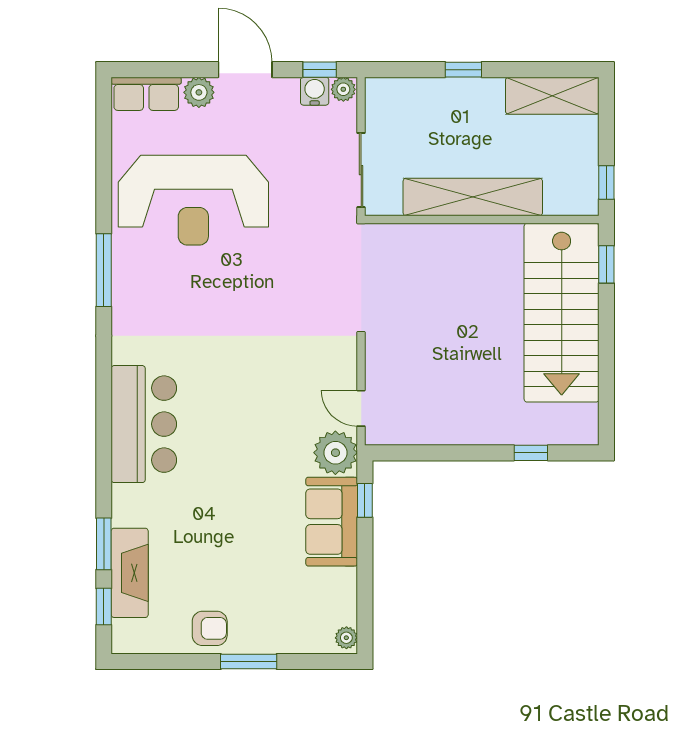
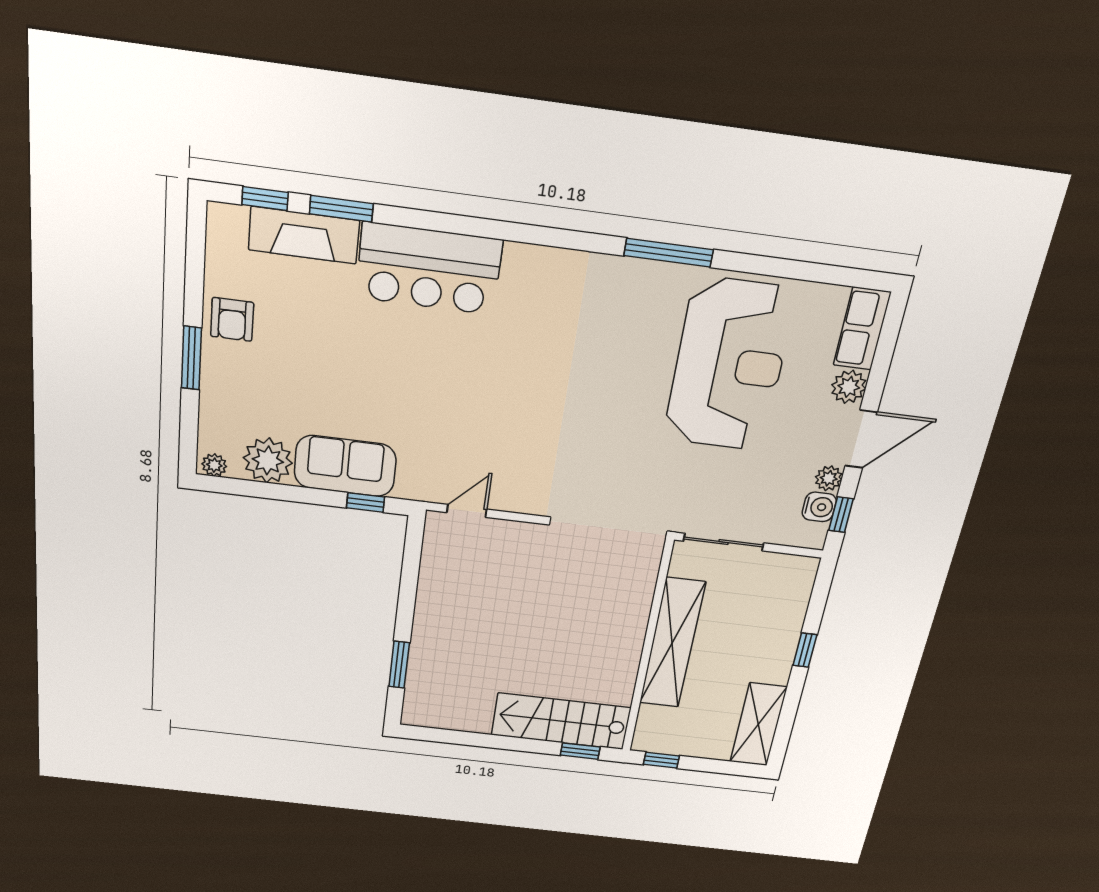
plant: (343, 89) -> (829, 478), moved
reception desk: (193, 200) -> (729, 365), turned 180
stairs: (562, 313) -> (561, 721), width x0.73, depth x0.66
bar counter: (144, 424) -> (429, 269), moved
plant: (335, 453) -> (268, 460), moved
window: (531, 453) -> (399, 665), width x1.50

